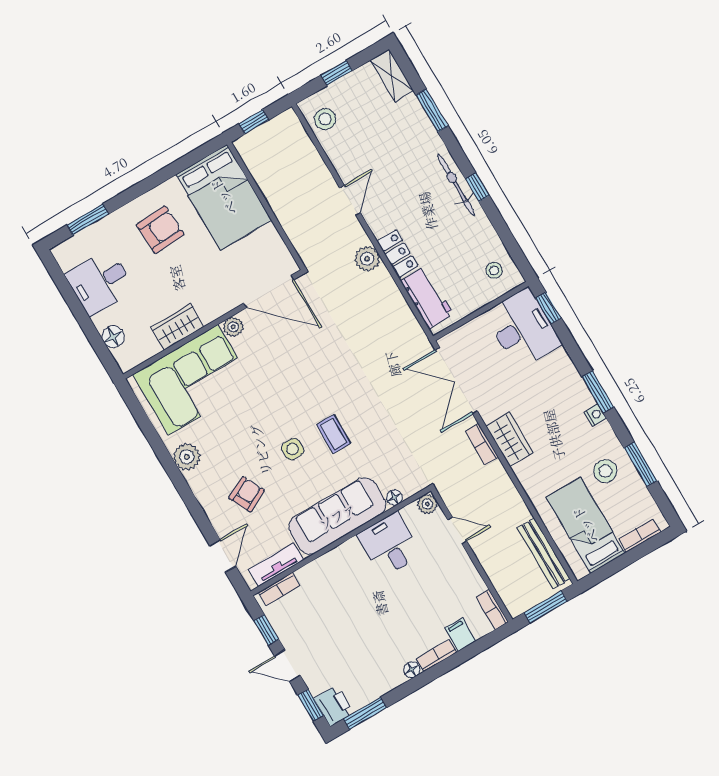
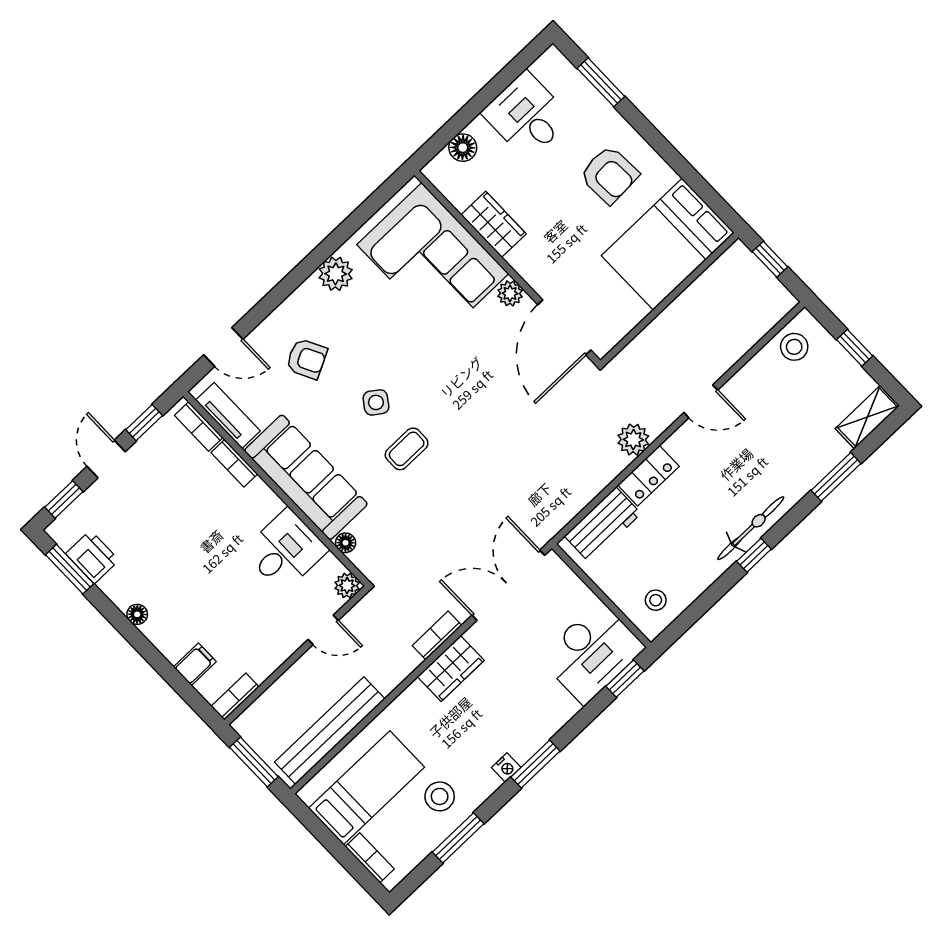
side table: (293, 449) -> (376, 402), turned 35
door: (457, 530) -> (323, 630), hinge flipped
bench: (544, 553) -> (330, 731), width x1.37, depth x1.21
bookcase: (437, 656) -> (234, 463), moved, turned 180
printer: (334, 706) -> (92, 557), moved, turned -90

